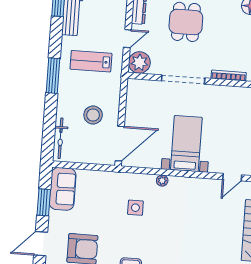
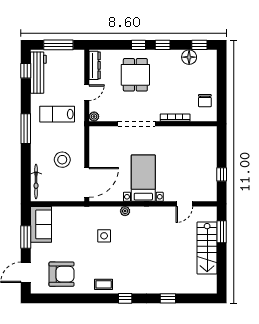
plant: (139, 63) -> (94, 116), width x0.53, depth x0.53

